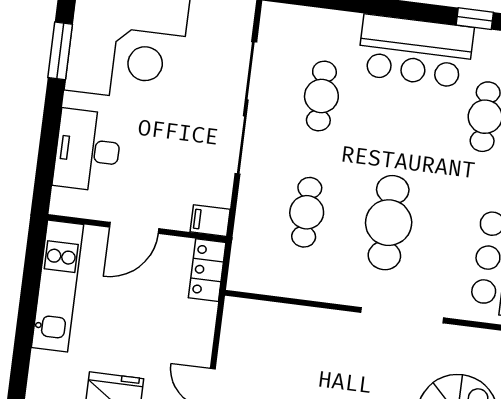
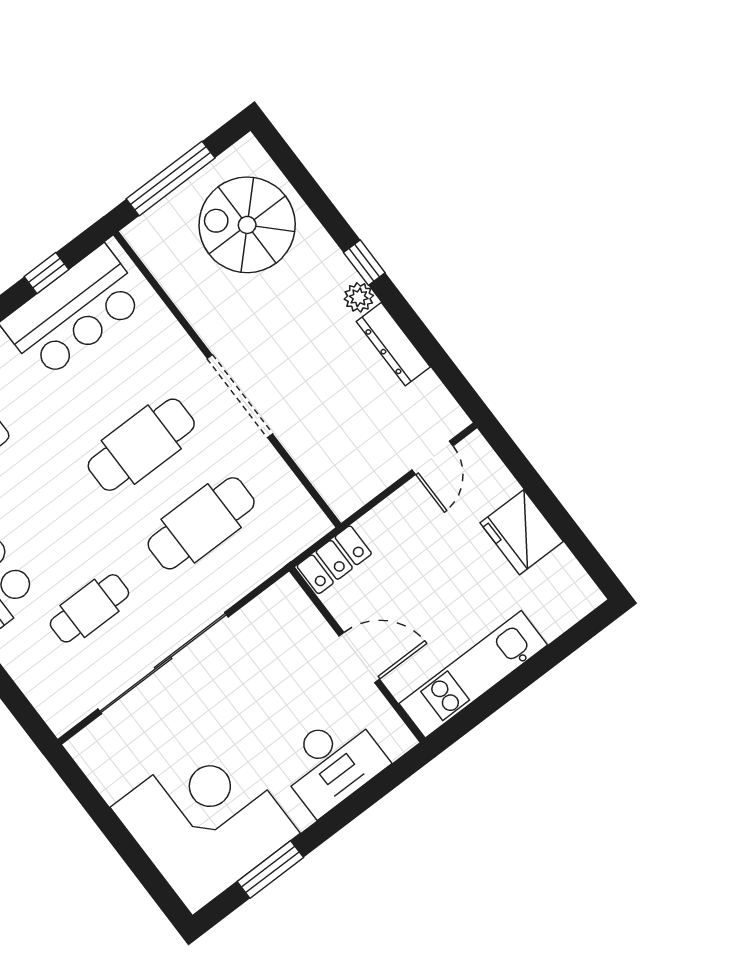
cafe table: (307, 212) -> (201, 523), width x1.37, depth x1.35
filing cabinet: (210, 221) -> (289, 599), removed
doorway: (402, 315) -> (240, 396), moved

